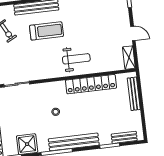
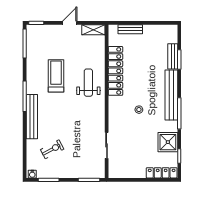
treadmill: (46, 31) -> (56, 76), moved
bench: (134, 94) -> (130, 29), width x0.73
bench: (124, 137) -> (173, 56), moved

